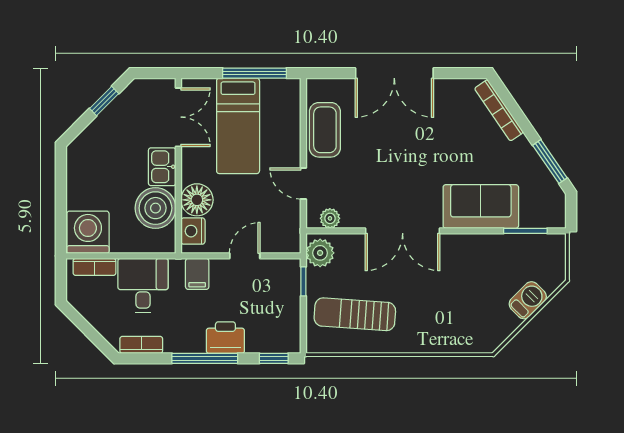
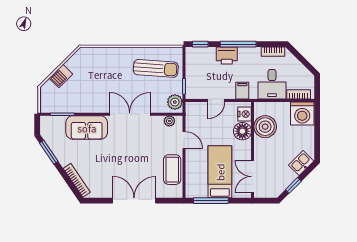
kitchen sink: (162, 167) -> (301, 163), moved, turned -135

